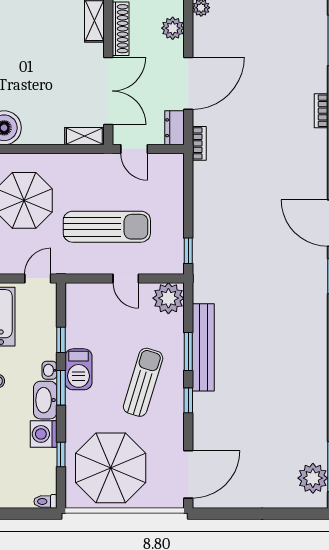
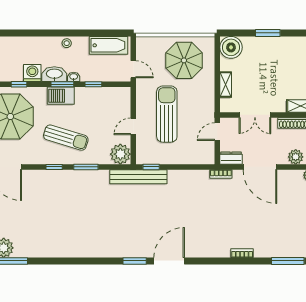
double door: (108, 91) -> (255, 115), width x0.73
shelving: (84, 136) -> (226, 85), moved
sun lounger: (107, 227) -> (167, 114), turned 180
bench: (203, 347) -> (138, 177), moved
barbecue: (79, 369) -> (61, 96), moved

